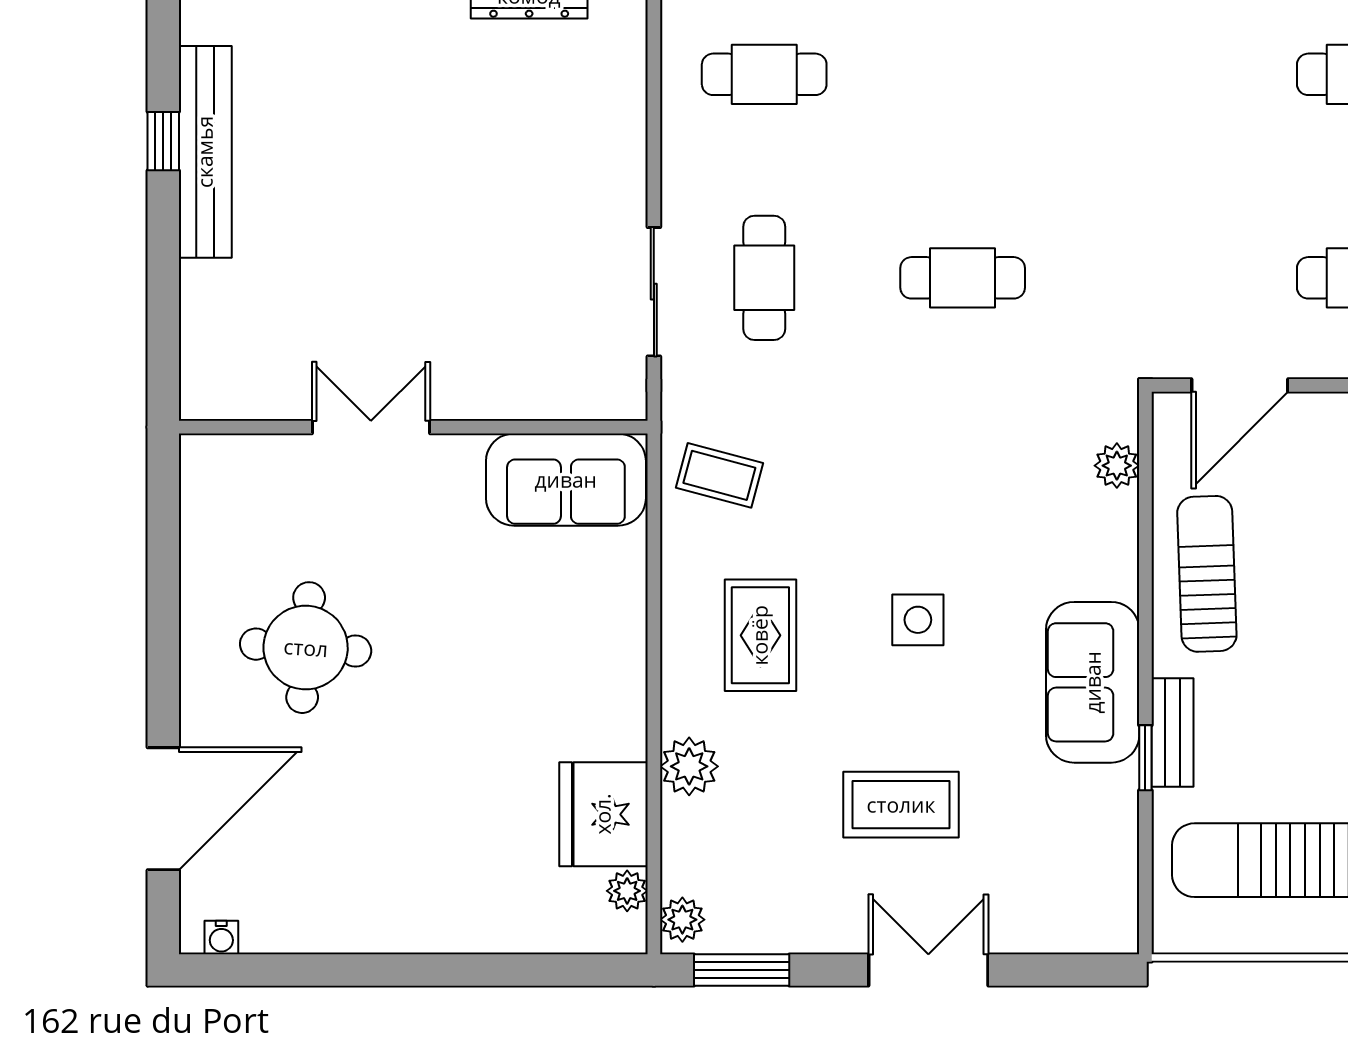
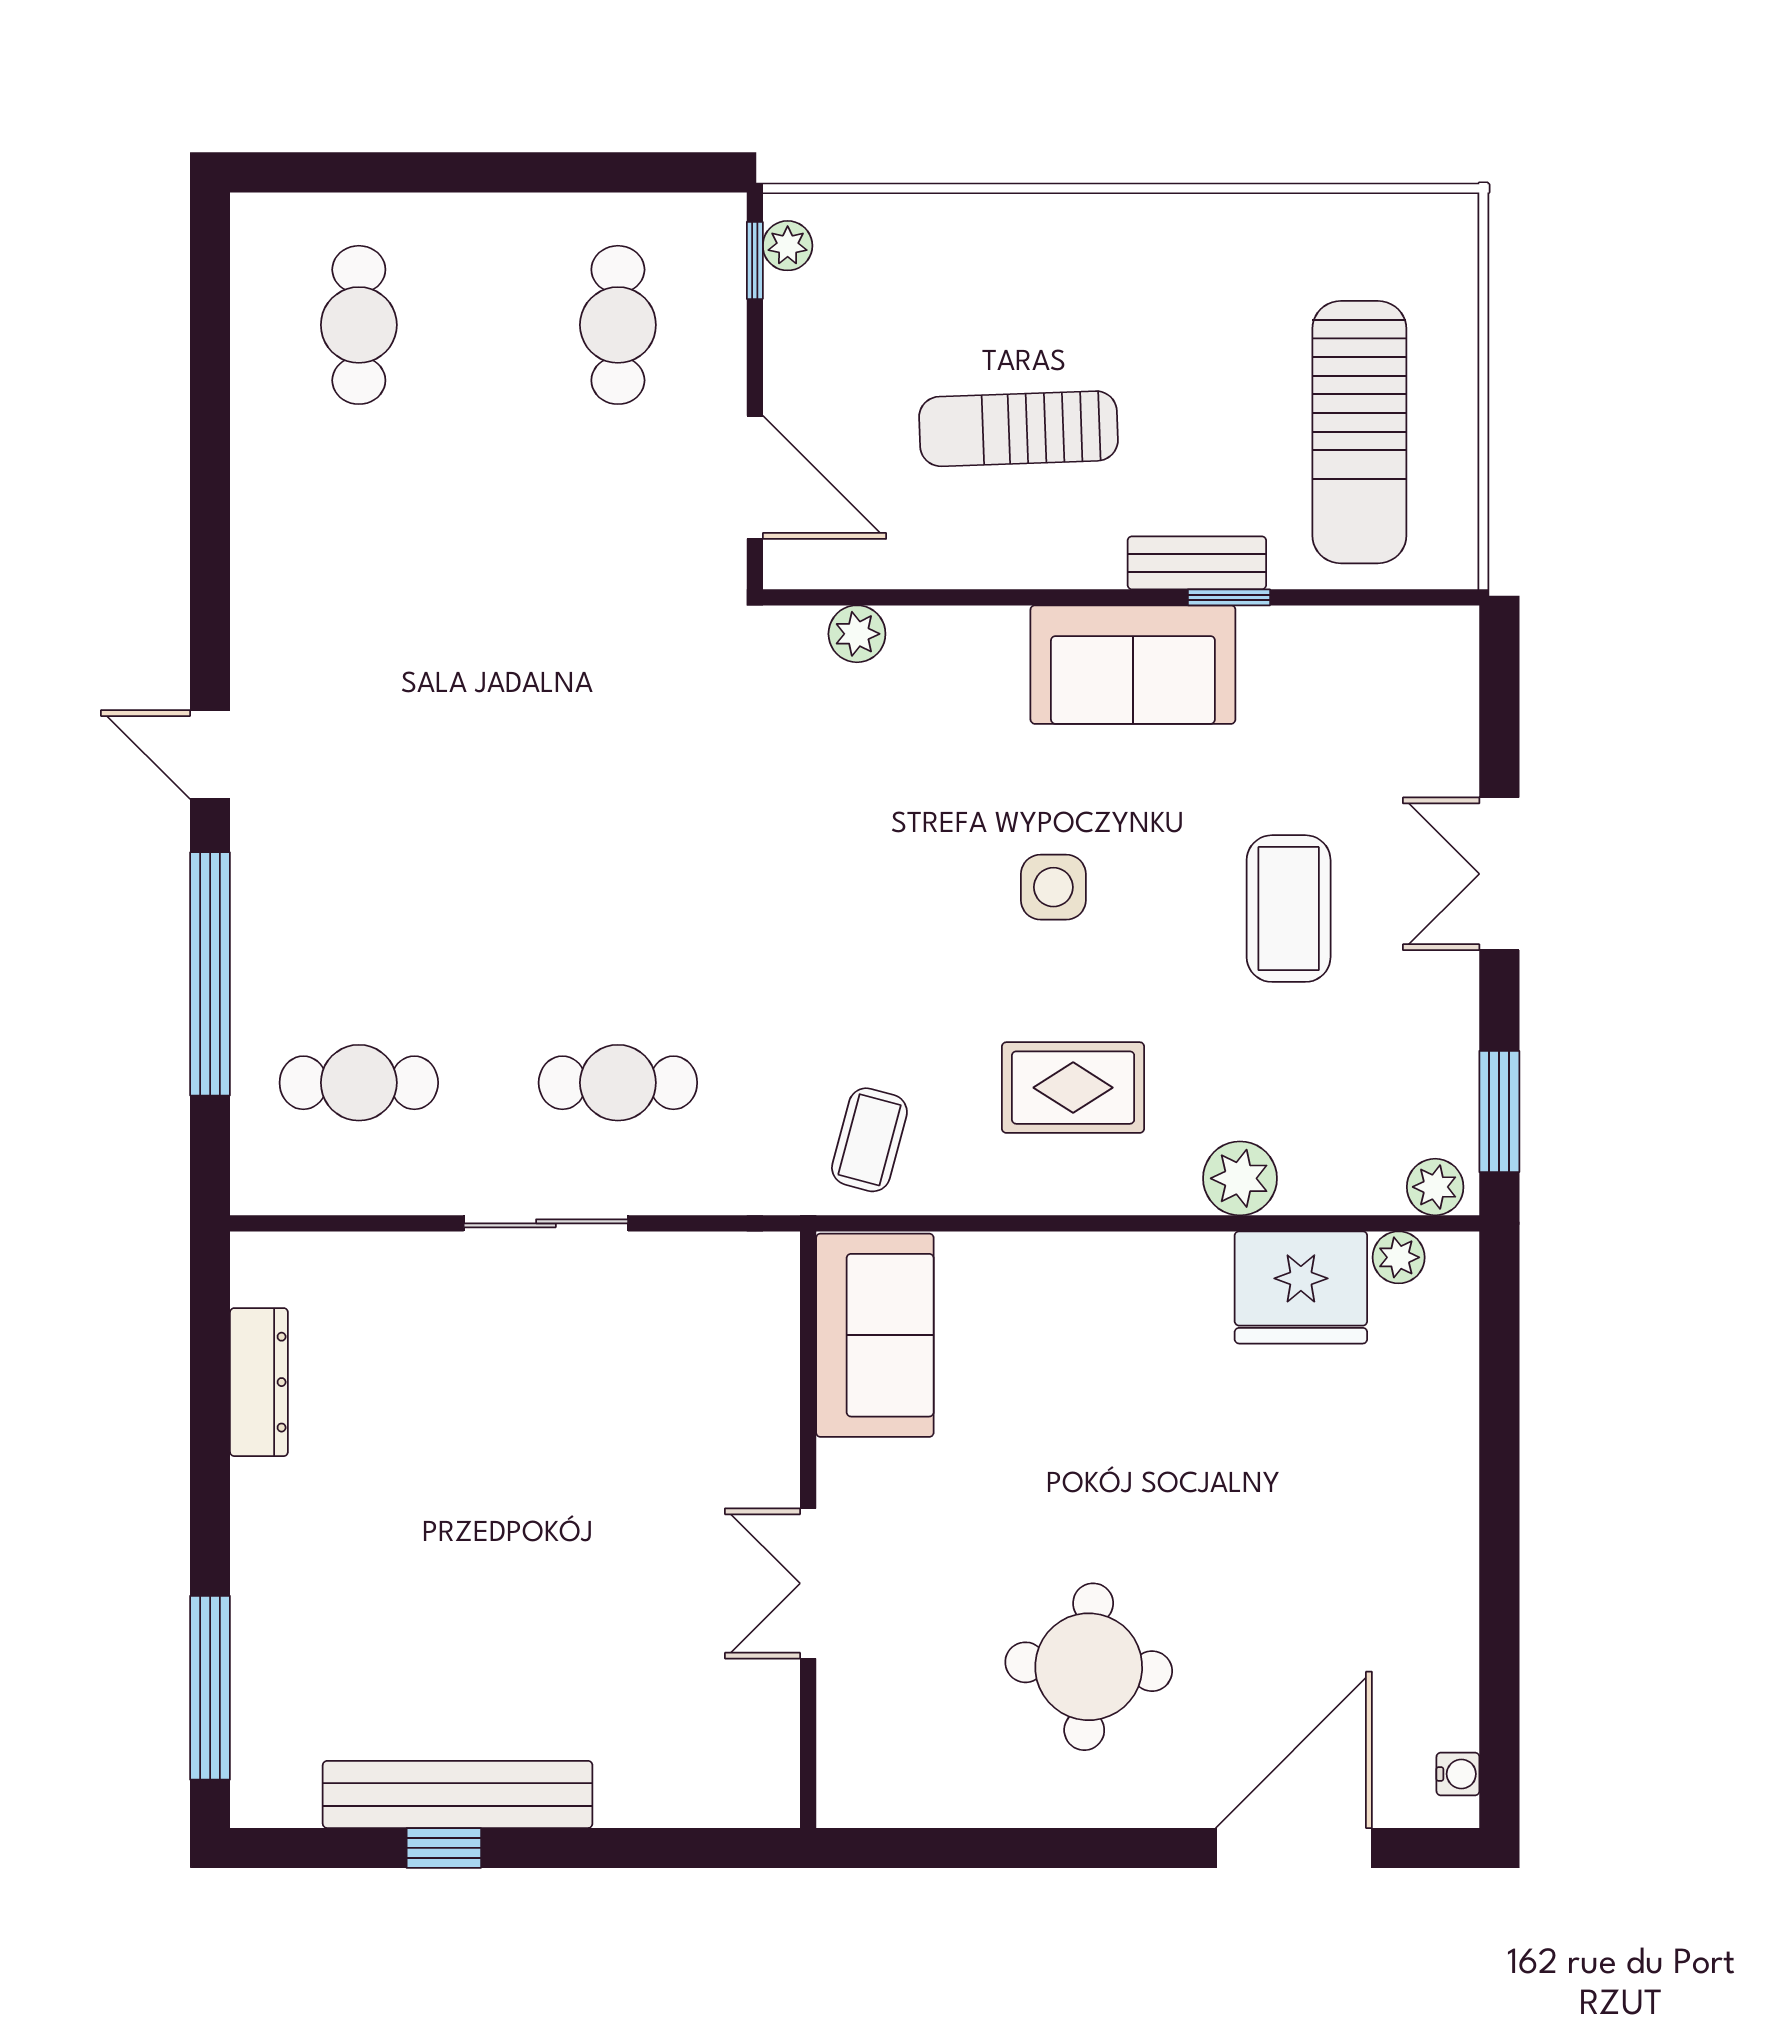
cafe table: (764, 74) -> (359, 1083), turned 90
cafe table: (963, 278) -> (618, 830), removed
sliding door: (654, 292) -> (546, 1223), moved
sun lounger: (1207, 574) -> (1018, 429), moved
door: (163, 809) -> (1294, 1848), hinge flipped

